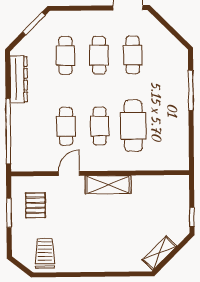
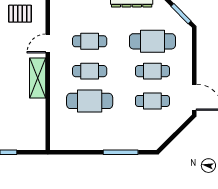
cafe table: (65, 55) -> (152, 41), width x1.37, depth x1.35
door: (69, 173) -> (48, 44), swing flipped

